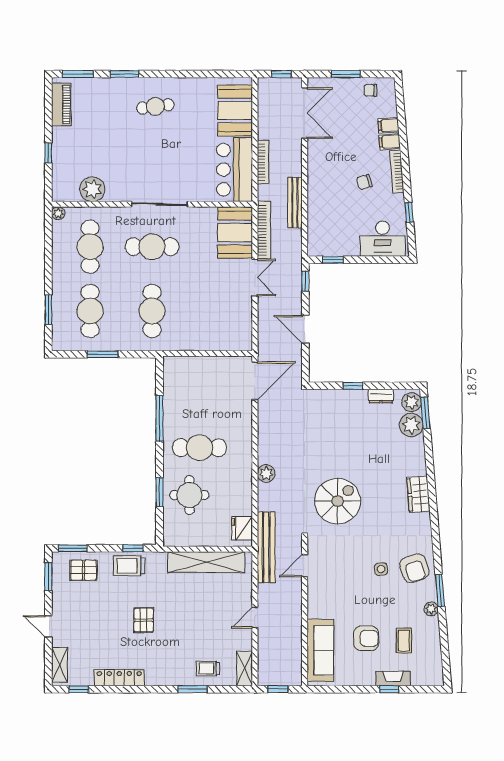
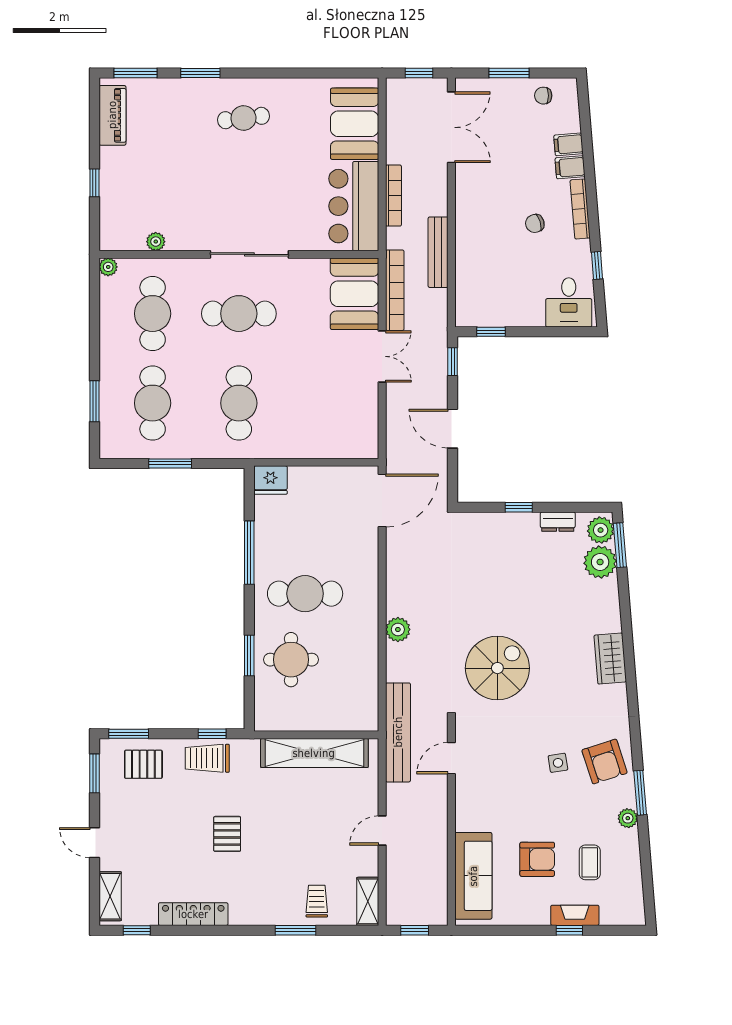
plant: (92, 189) -> (156, 242), width x0.53, depth x0.53
desk: (383, 239) -> (569, 302), width x0.73
fridge: (242, 528) -> (270, 480), moved, turned -90
trolley: (208, 668) -> (317, 901), turned 90

